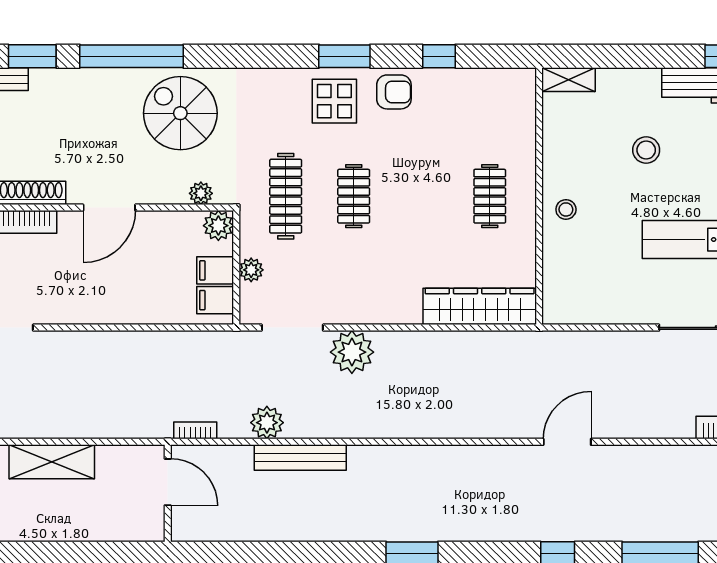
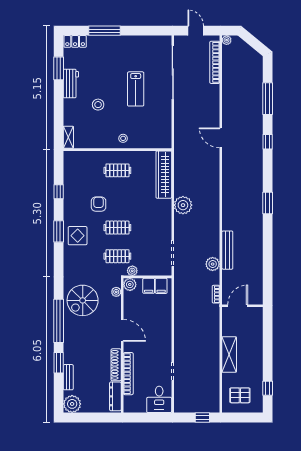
armchair: (394, 92) -> (99, 204), moved
clothes rail: (286, 196) -> (117, 256), width x0.73
plant: (251, 270) -> (132, 271), moved
plant: (352, 352) -> (183, 205), moved

